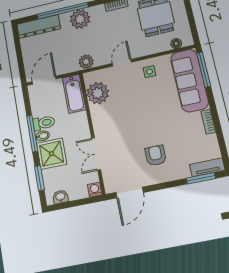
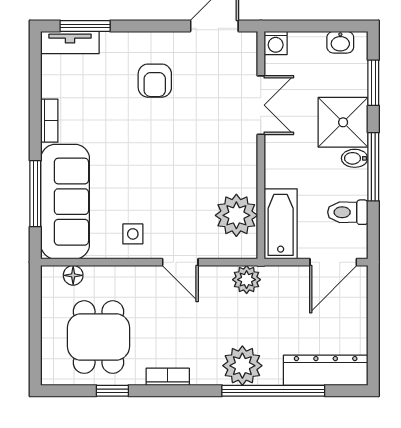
door: (122, 63) -> (180, 262), hinge flipped
window: (204, 70) -> (35, 194), moved
toilet: (44, 123) -> (348, 212), moved

